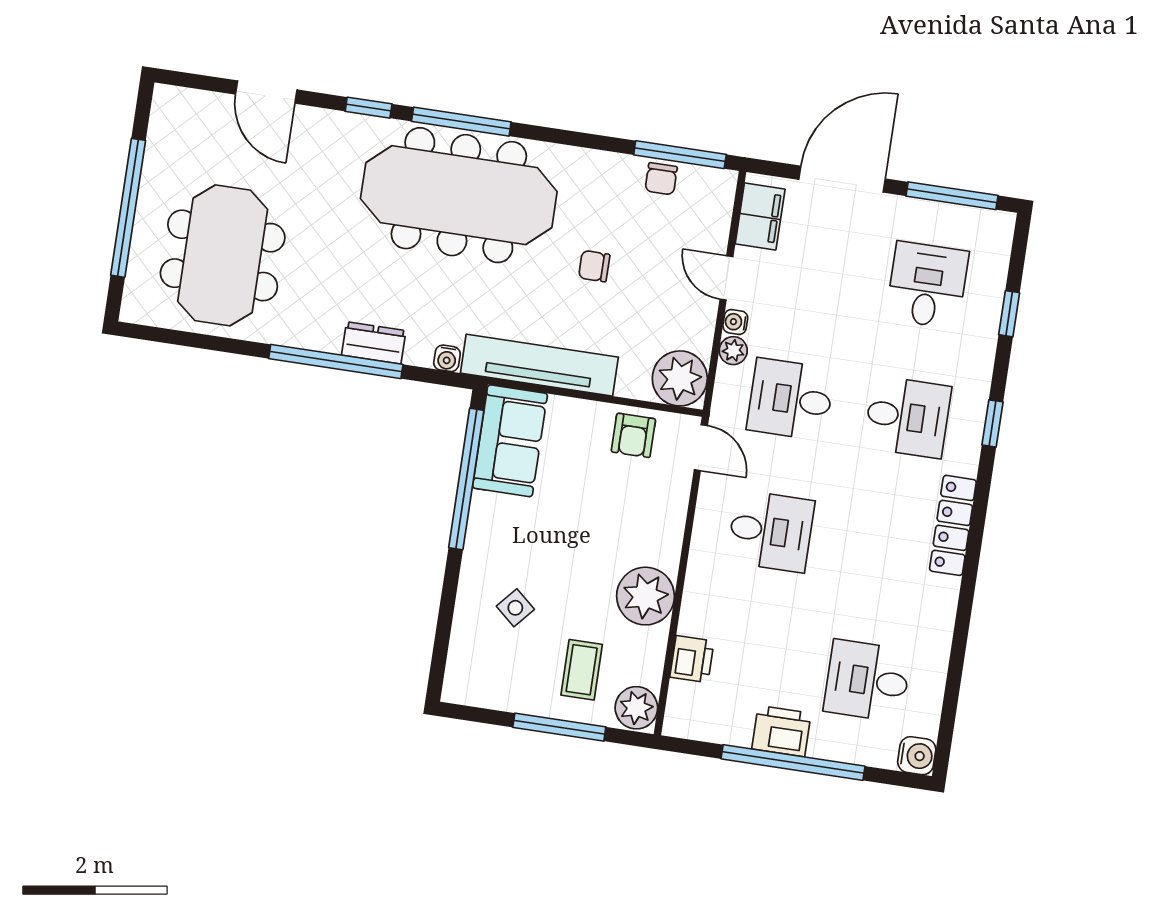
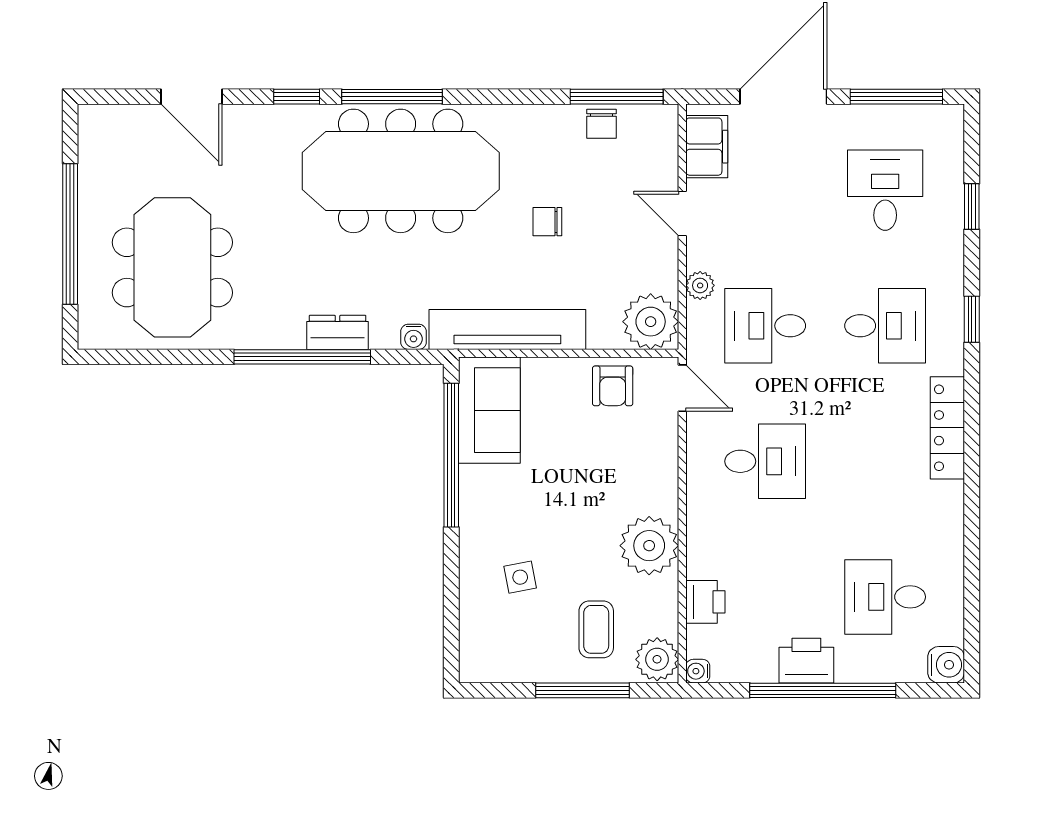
water cooler: (735, 322) -> (698, 671), moved
side table: (515, 608) -> (520, 577), turned 38

